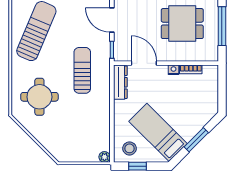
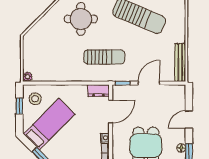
dresser: (120, 82) -> (98, 91), width x0.70

